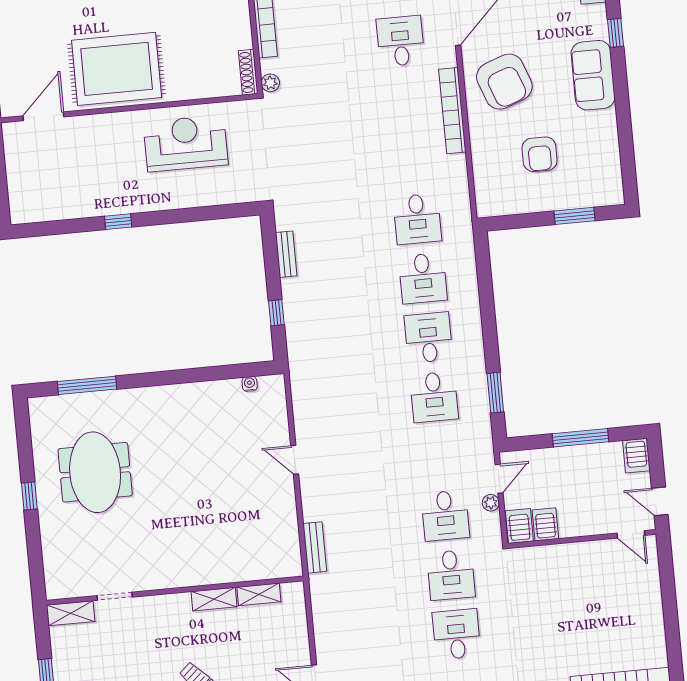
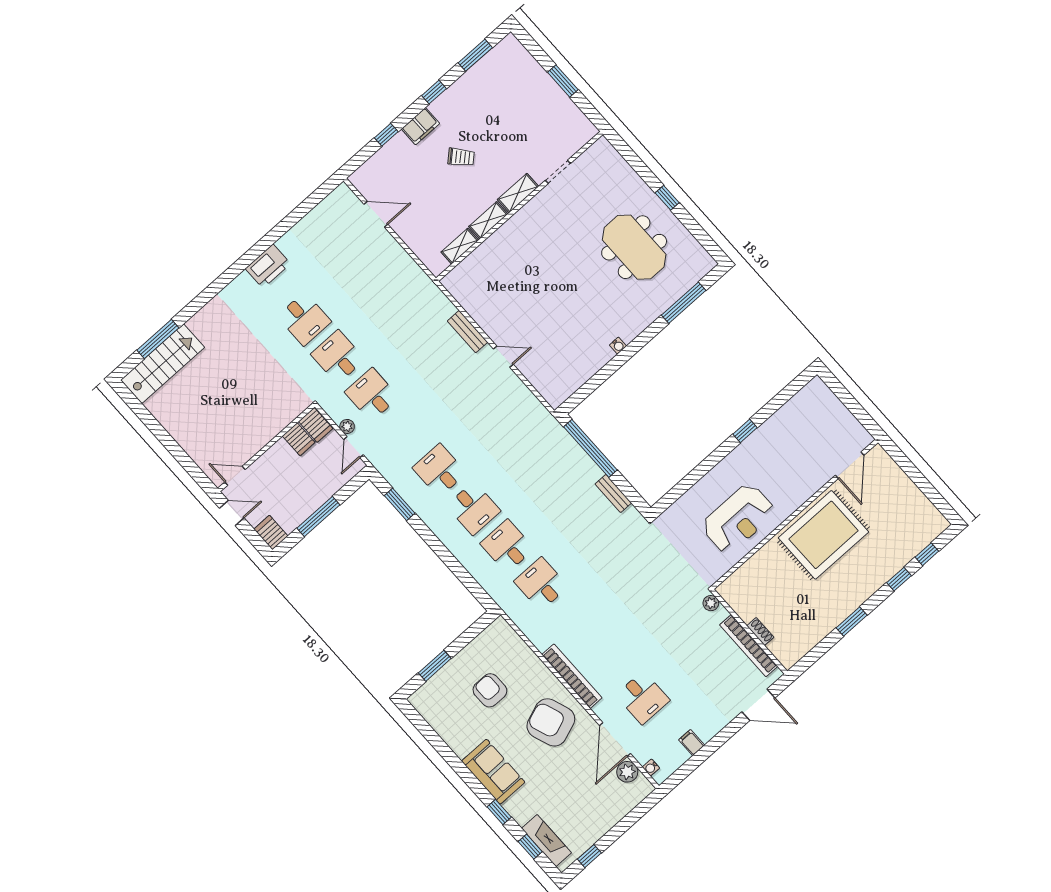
shoe rack: (248, 72) -> (760, 632), moved, width x0.70
window: (276, 313) -> (590, 448), width x3.17
water cooler: (250, 384) -> (618, 346), moved
bench: (315, 547) -> (467, 332), moved
shelving: (71, 613) -> (518, 193), moved

